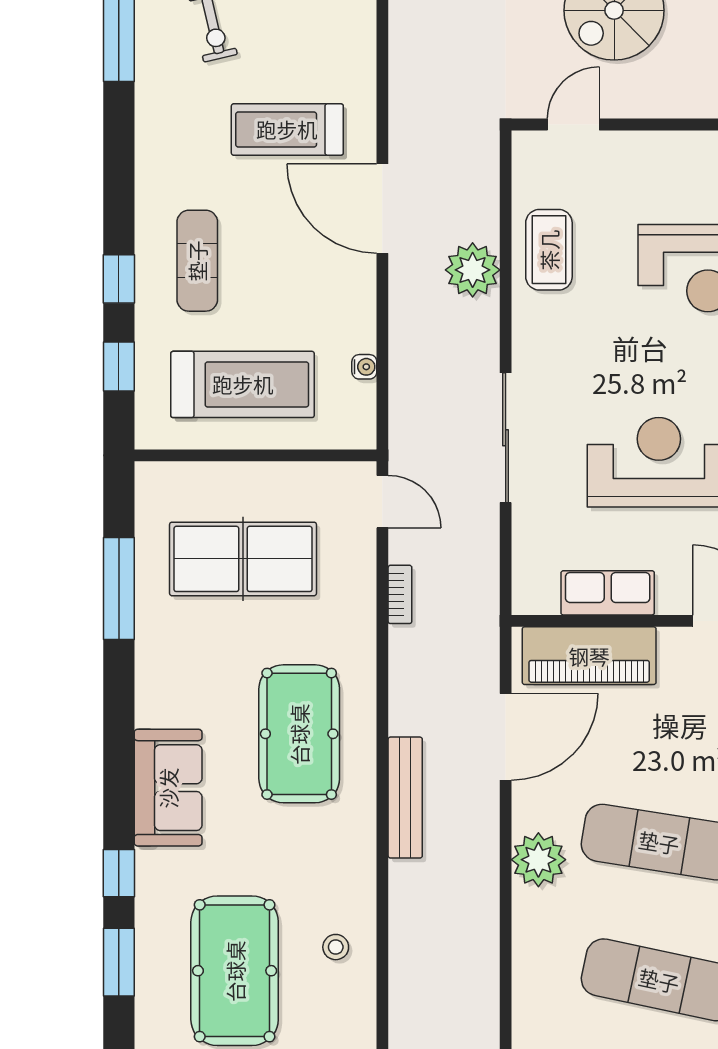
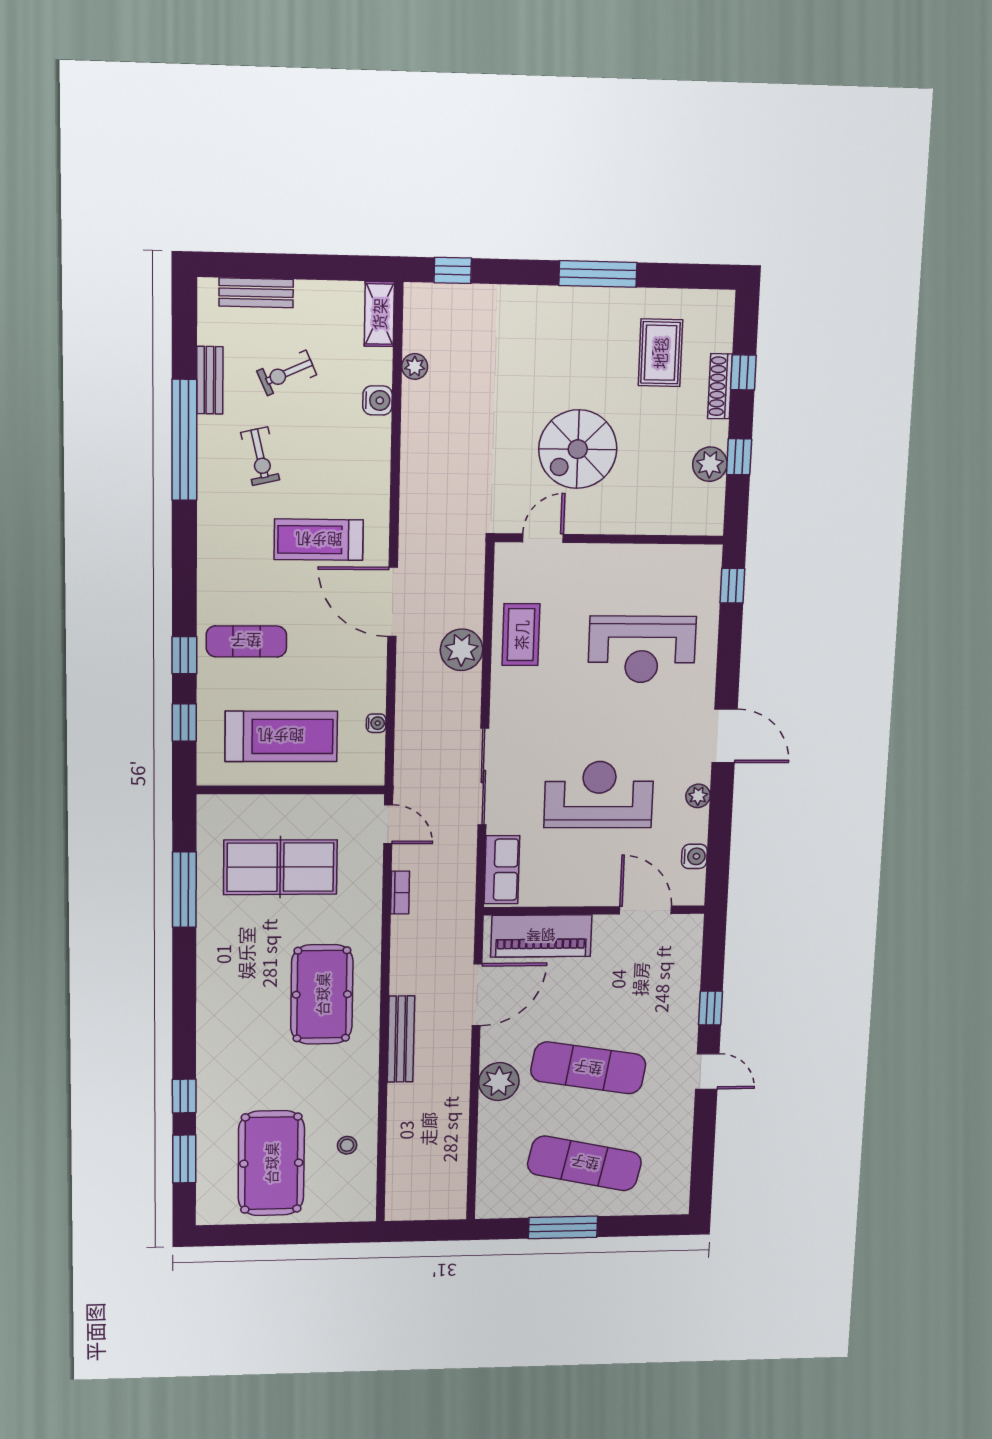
exercise mat: (197, 261) -> (246, 641), turned 90
row of seats: (608, 593) -> (502, 870), moved, turned 90
sofa: (168, 788) -> (222, 1034), removed

